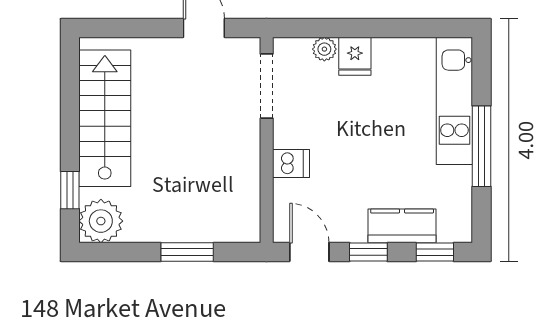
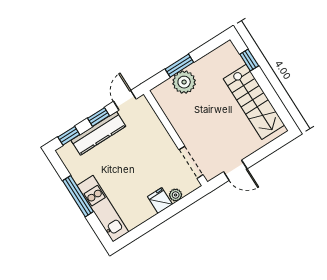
dishwasher: (291, 164) -> (158, 135), removed
plant: (101, 221) -> (184, 82), moved
kitchen counter: (402, 226) -> (98, 133), width x1.50
door: (309, 252) -> (125, 100), swing flipped

